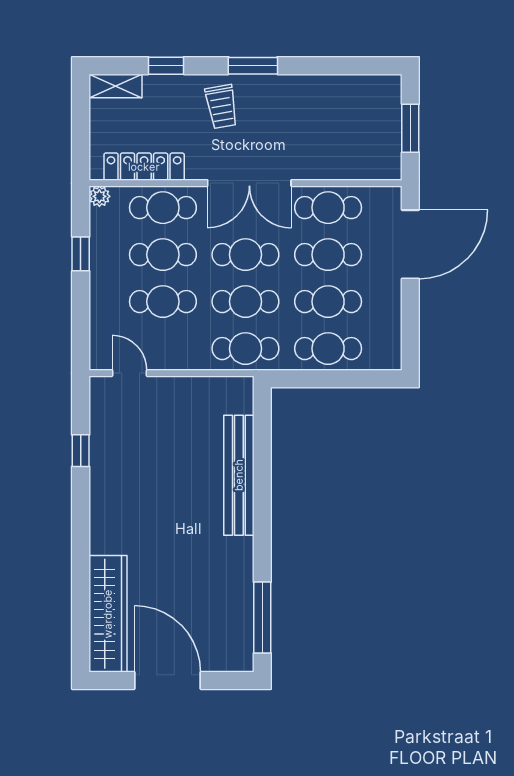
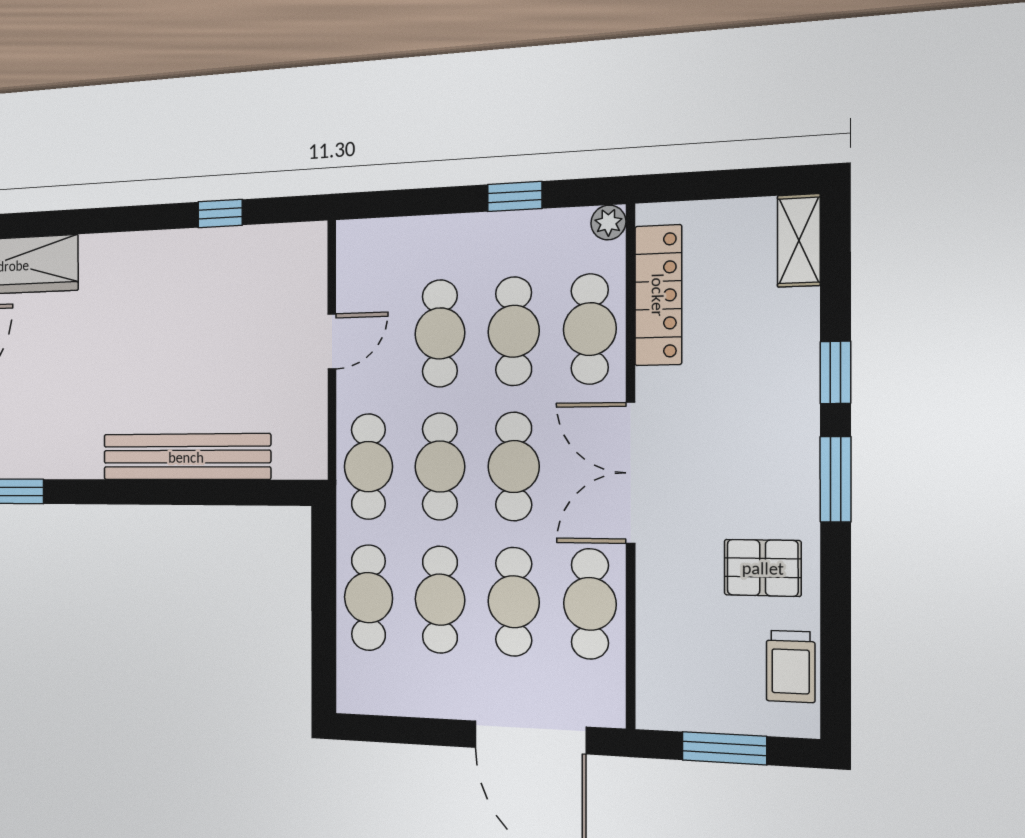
window: (166, 66) -> (835, 373), moved
pallet: (304, 106) -> (763, 568), added
trolley: (222, 107) -> (791, 666), moved, turned -80
door: (129, 373) -> (332, 341), moved

